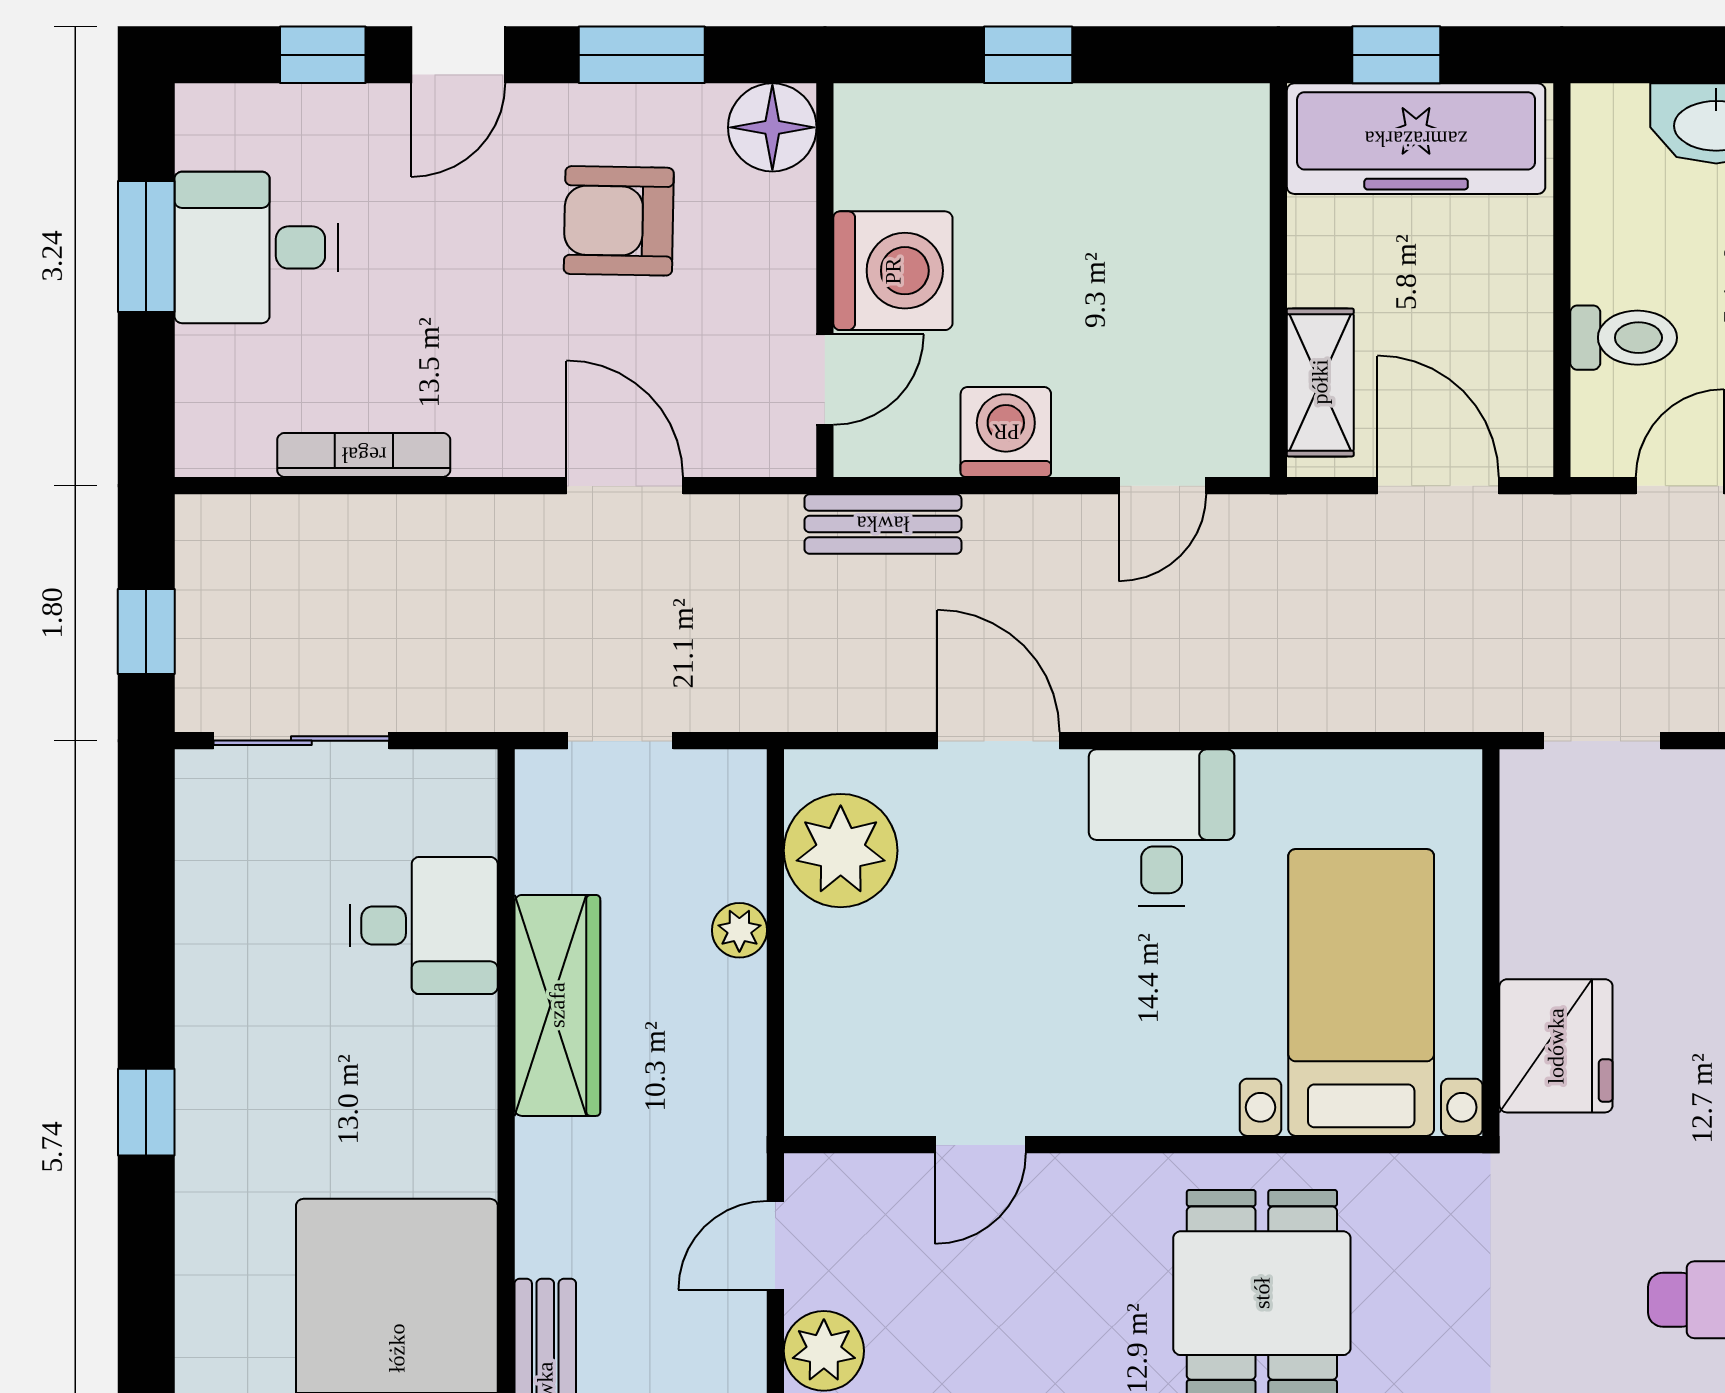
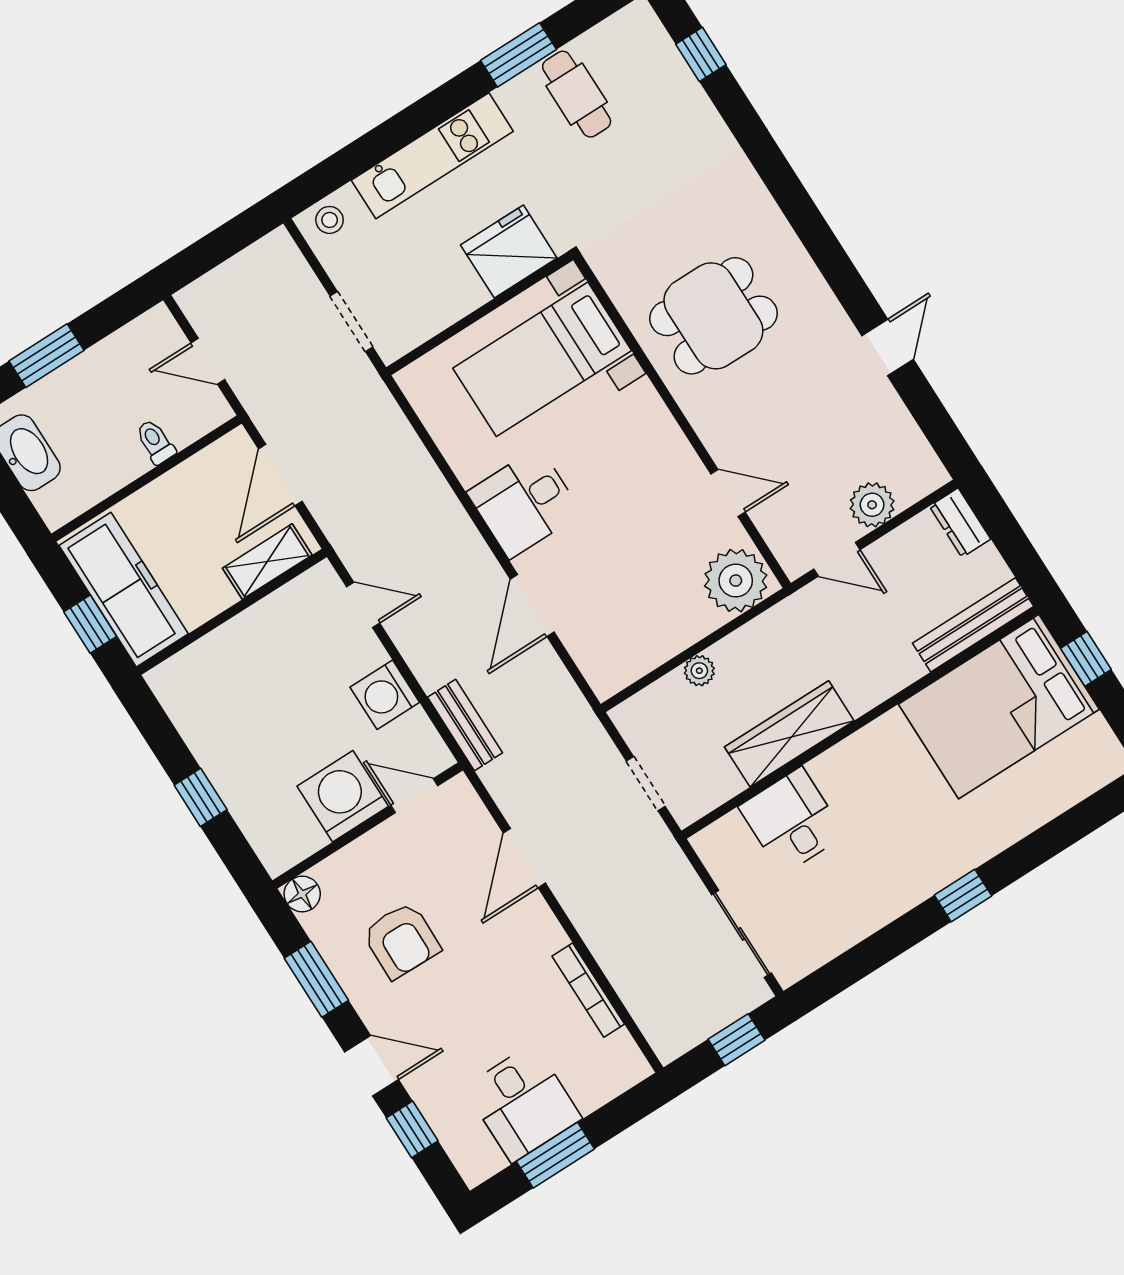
floor lamp: (772, 127) -> (302, 894), width x0.73, depth x0.73
toilet: (1624, 338) -> (155, 442), width x0.73, depth x0.72
plant: (841, 851) -> (736, 581), moved

